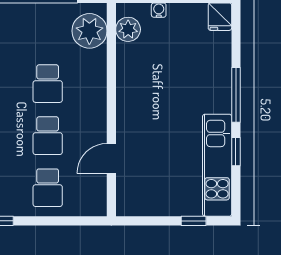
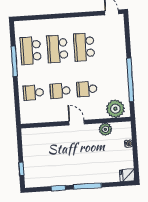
plant: (128, 29) -> (105, 129), moved
door: (111, 159) -> (77, 123), moved
kitchen unit: (217, 165) -> (51, 179), removed

